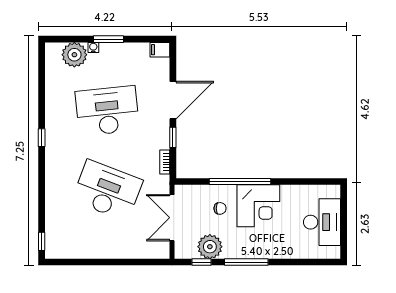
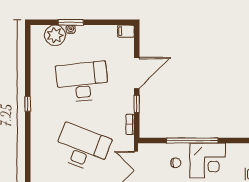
window: (108, 39) -> (71, 22), moved

